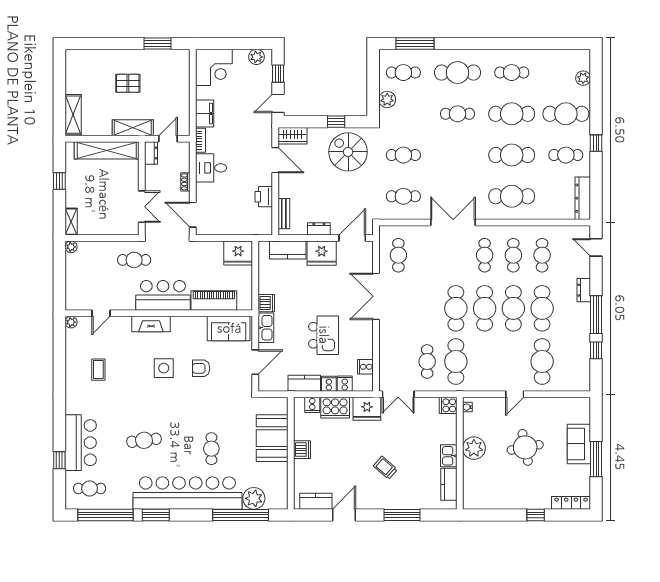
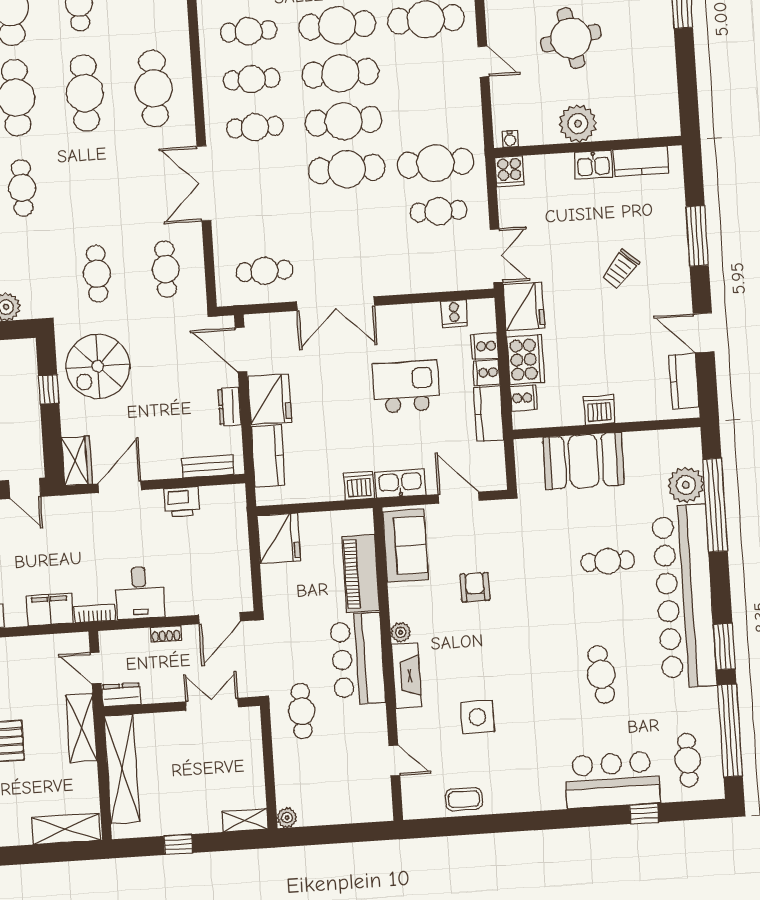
plant: (71, 322) -> (401, 632), moved
side table: (164, 368) -> (477, 717), moved
armchair: (201, 368) -> (475, 587), turned 180
coffee table: (98, 370) -> (464, 799), moved

